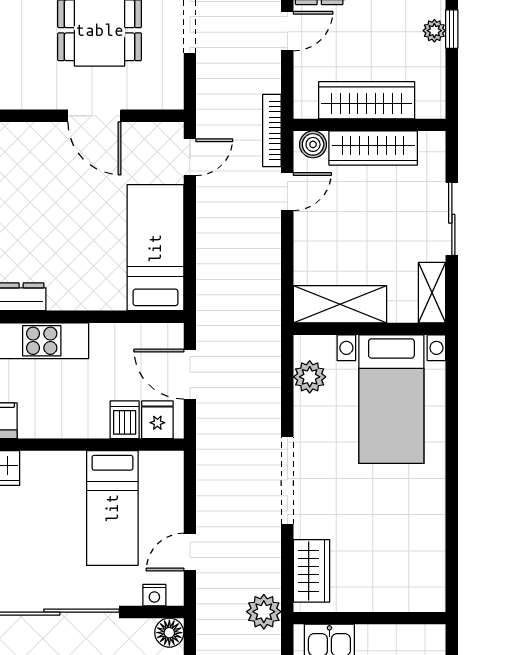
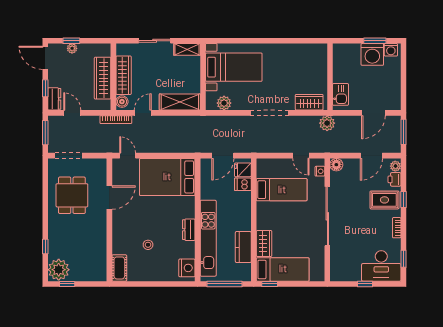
door: (287, 192) -> (143, 113), hinge flipped
bed: (155, 248) -> (167, 177), width x1.50
shelving: (340, 304) -> (180, 102), moved, turned 90

